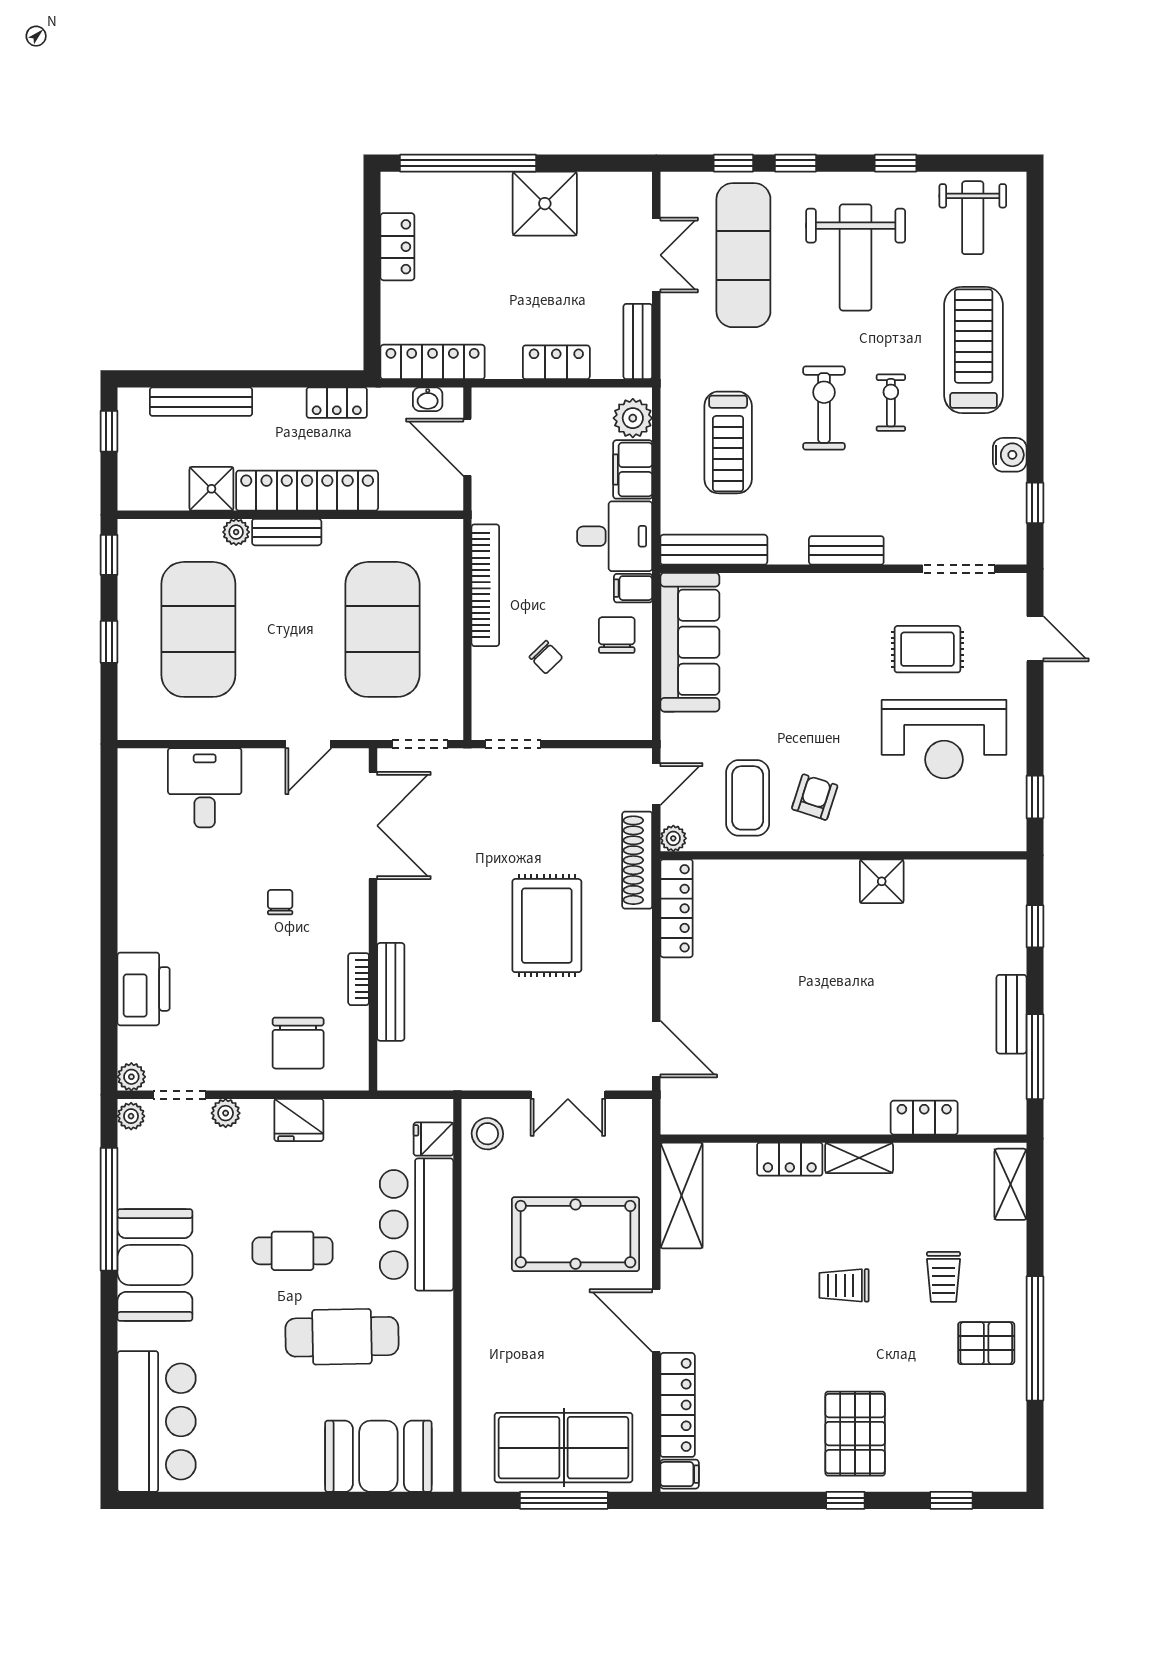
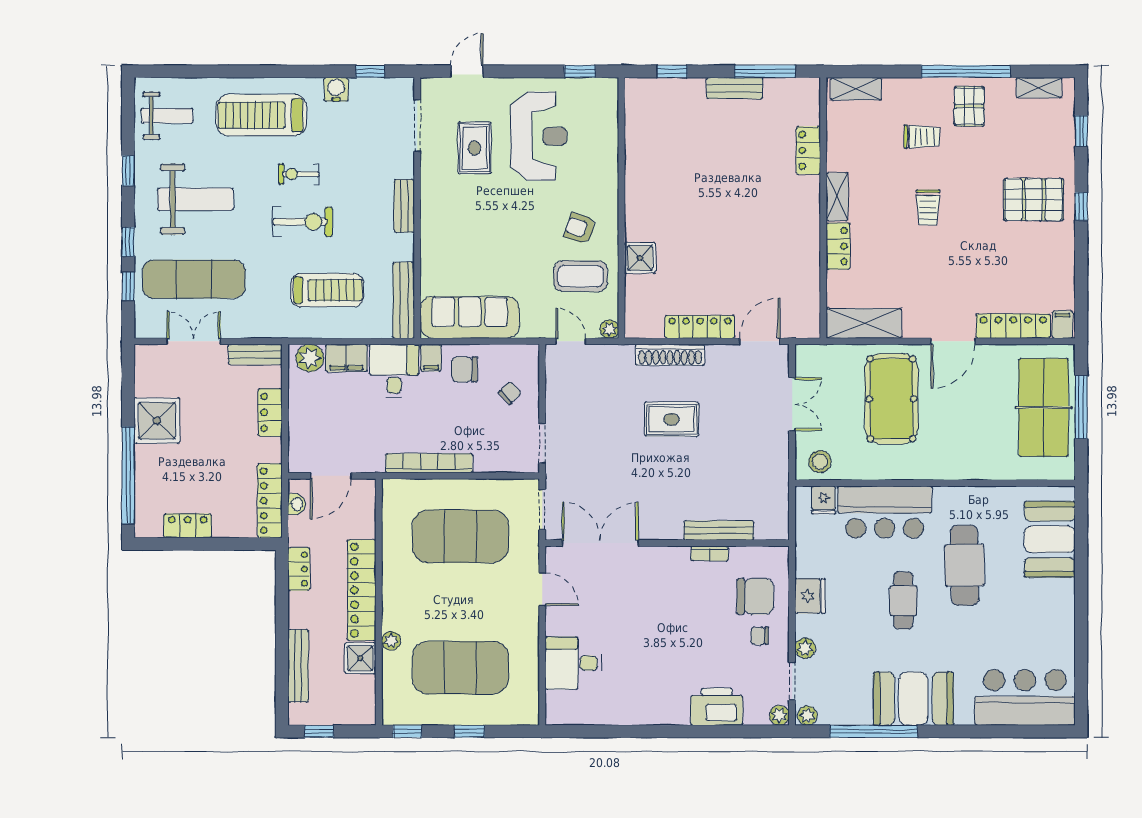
exercise bike: (824, 408) -> (303, 222), turned 180
bench: (287, 532) -> (391, 605), removed
chair: (546, 657) -> (510, 393), moved
shoe rack: (637, 860) -> (670, 355), moved
shower: (882, 881) -> (640, 258), moved
chair: (280, 902) -> (760, 636), moved
locker: (677, 908) -> (700, 327), moved
rug: (547, 926) -> (672, 419), width x0.73, depth x0.70
shelving: (1012, 1441) -> (1039, 88), added

